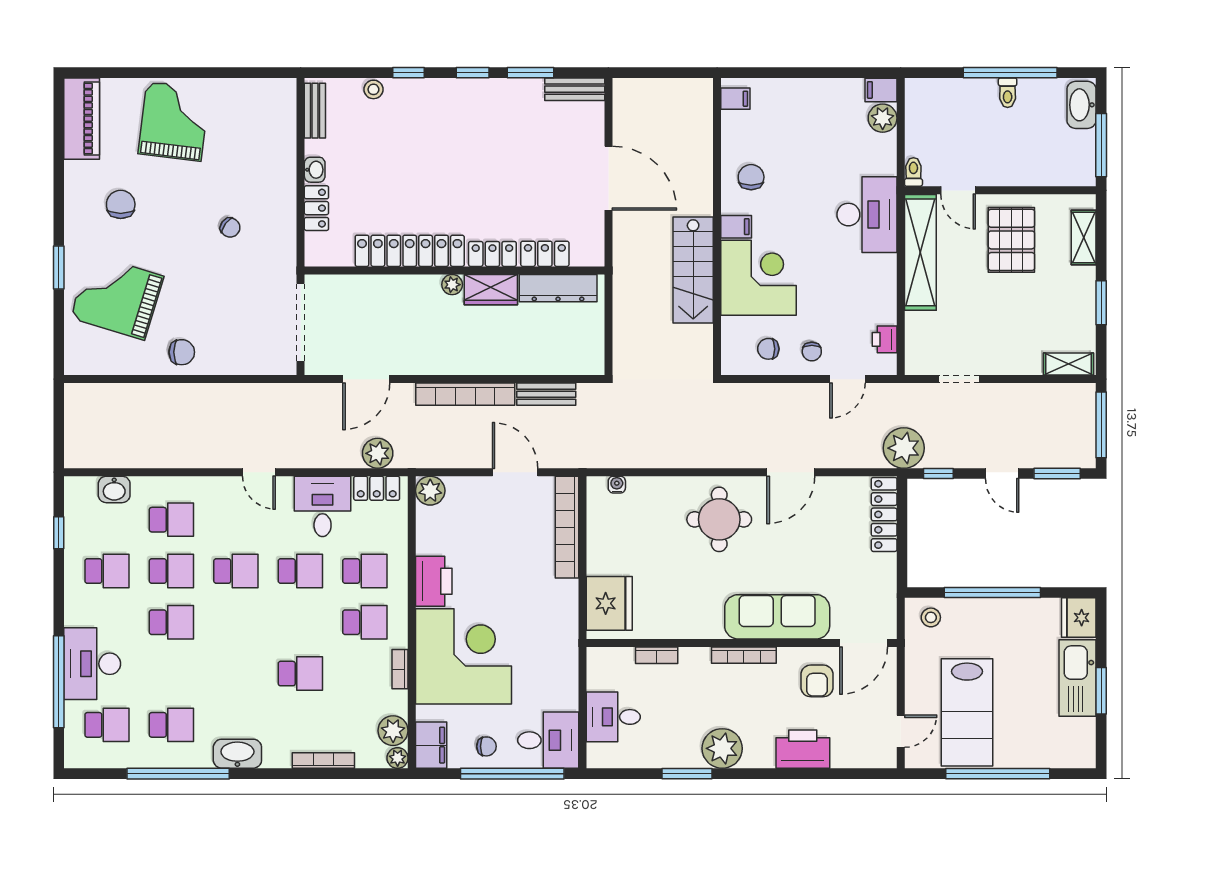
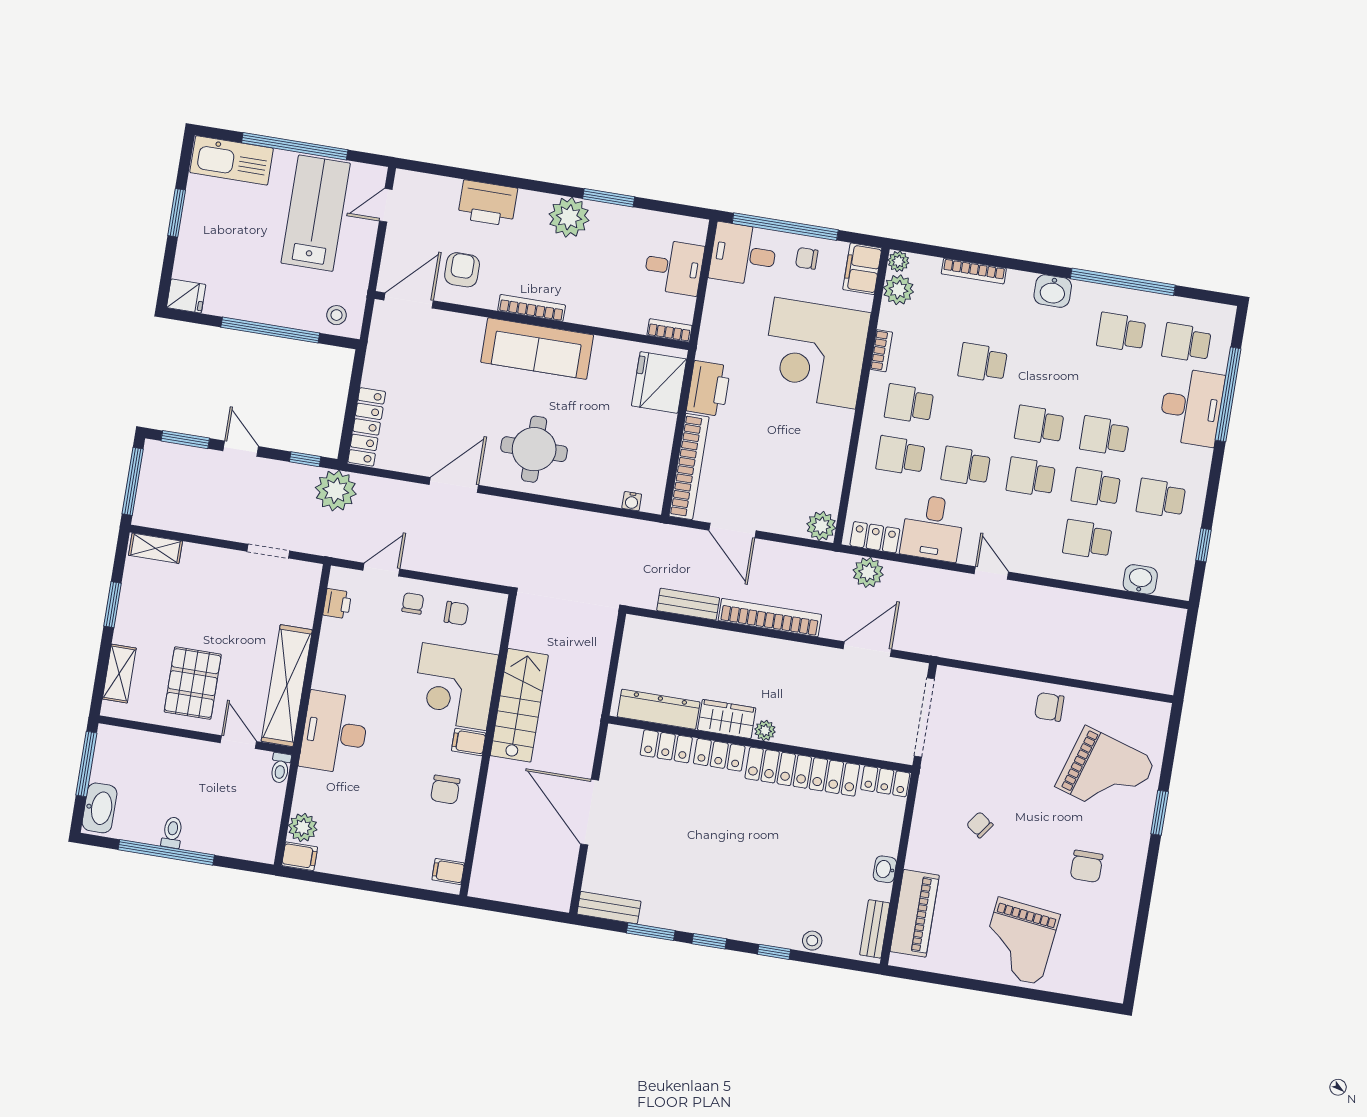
piano: (82, 119) -> (915, 913), moved, turned 180
locker: (316, 208) -> (885, 781), moved, turned -90
printer: (434, 581) -> (709, 389), moved, turned 180
sofa: (777, 617) -> (537, 349), moved
fridge: (1079, 618) -> (186, 296), width x0.72
school desk: (236, 622) -> (1039, 425), added
bookcase: (657, 655) -> (669, 330), moved
kitchen sink: (1078, 678) -> (232, 160), moved, turned 90
washbasin: (237, 754) -> (1053, 291), width x0.72

